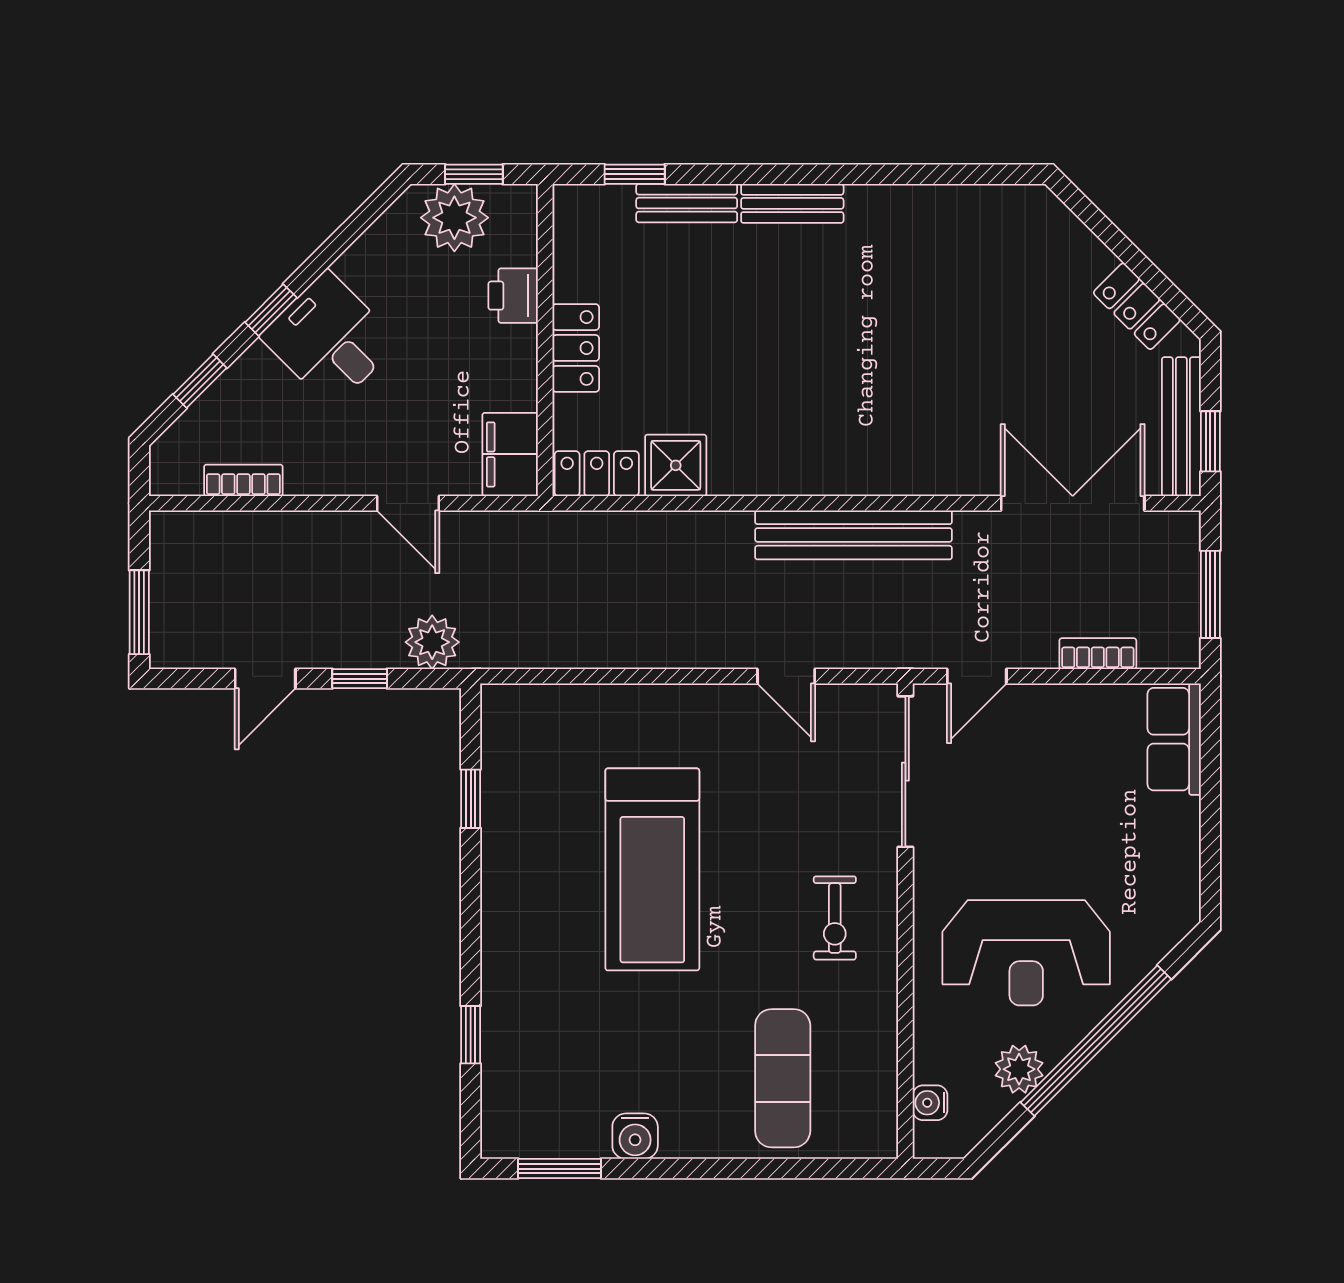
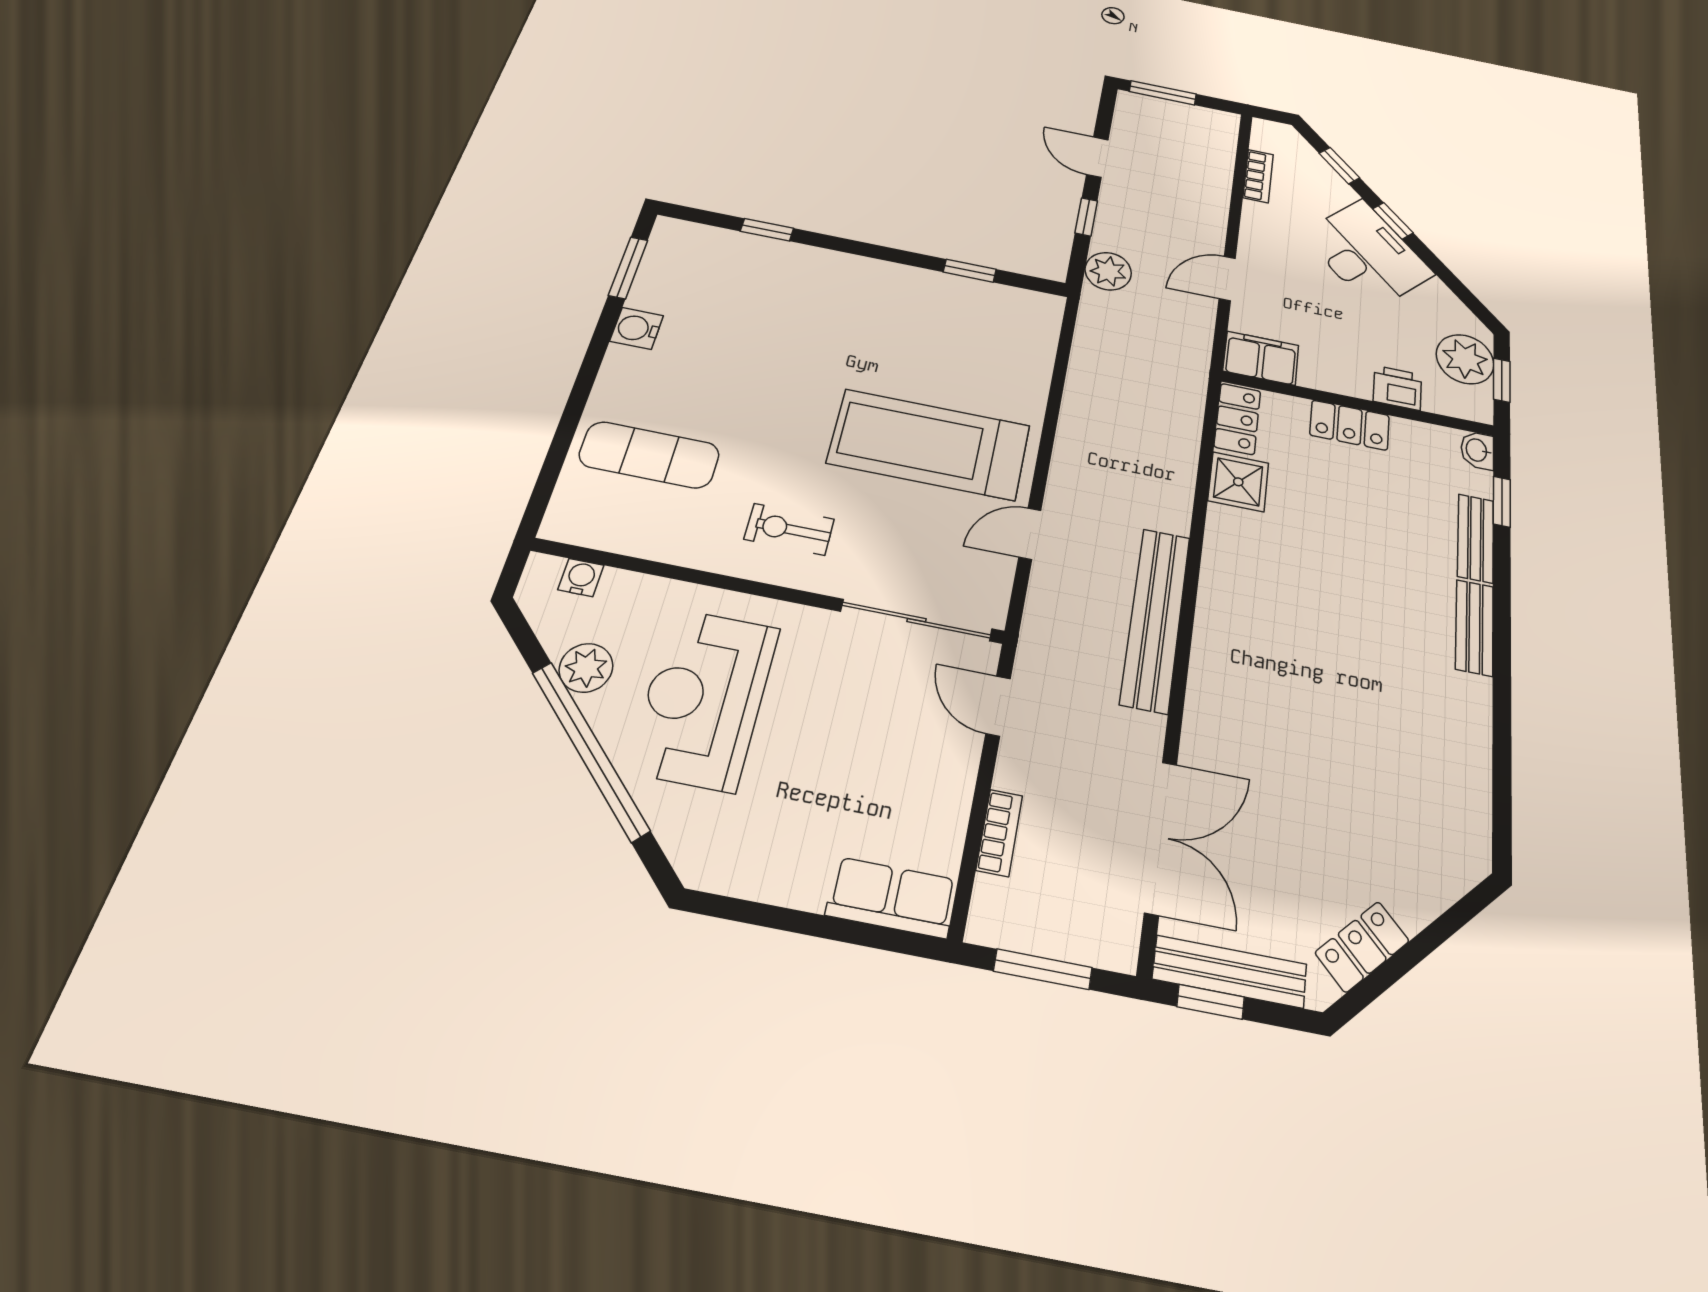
washbasin: (575, 202) -> (1477, 450), added
desk: (330, 339) -> (1367, 254), width x1.37
treadmill: (652, 869) -> (929, 444), moved

